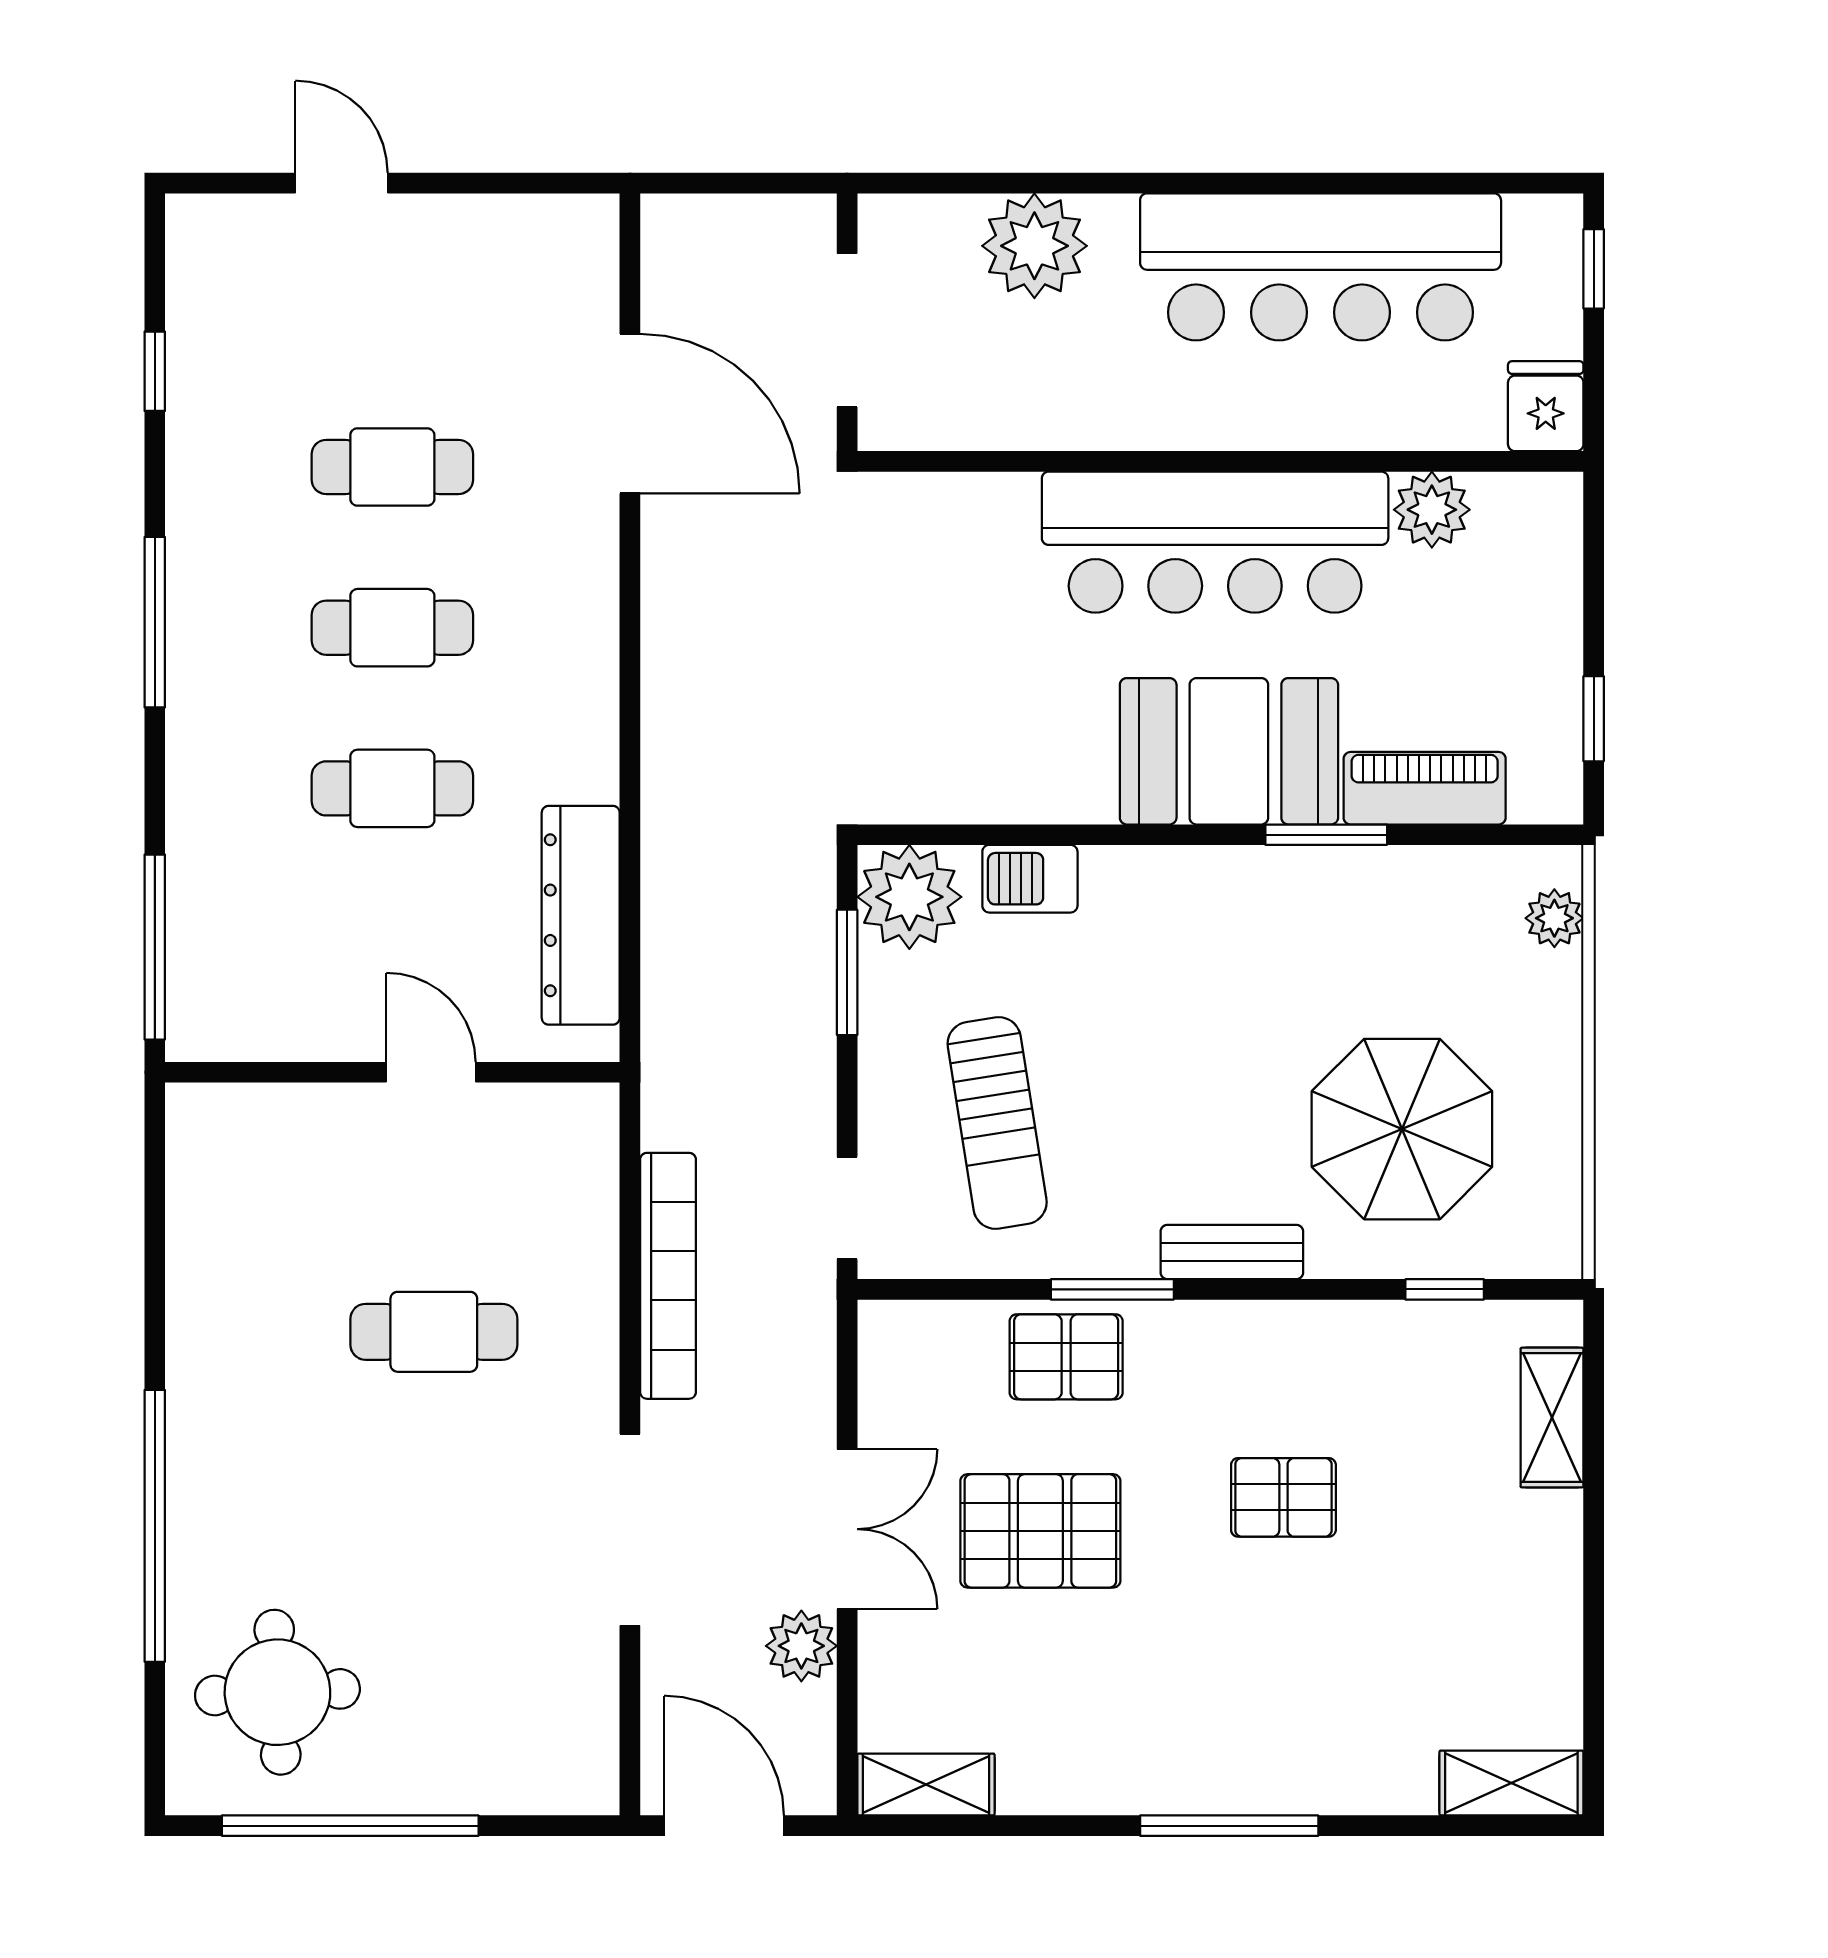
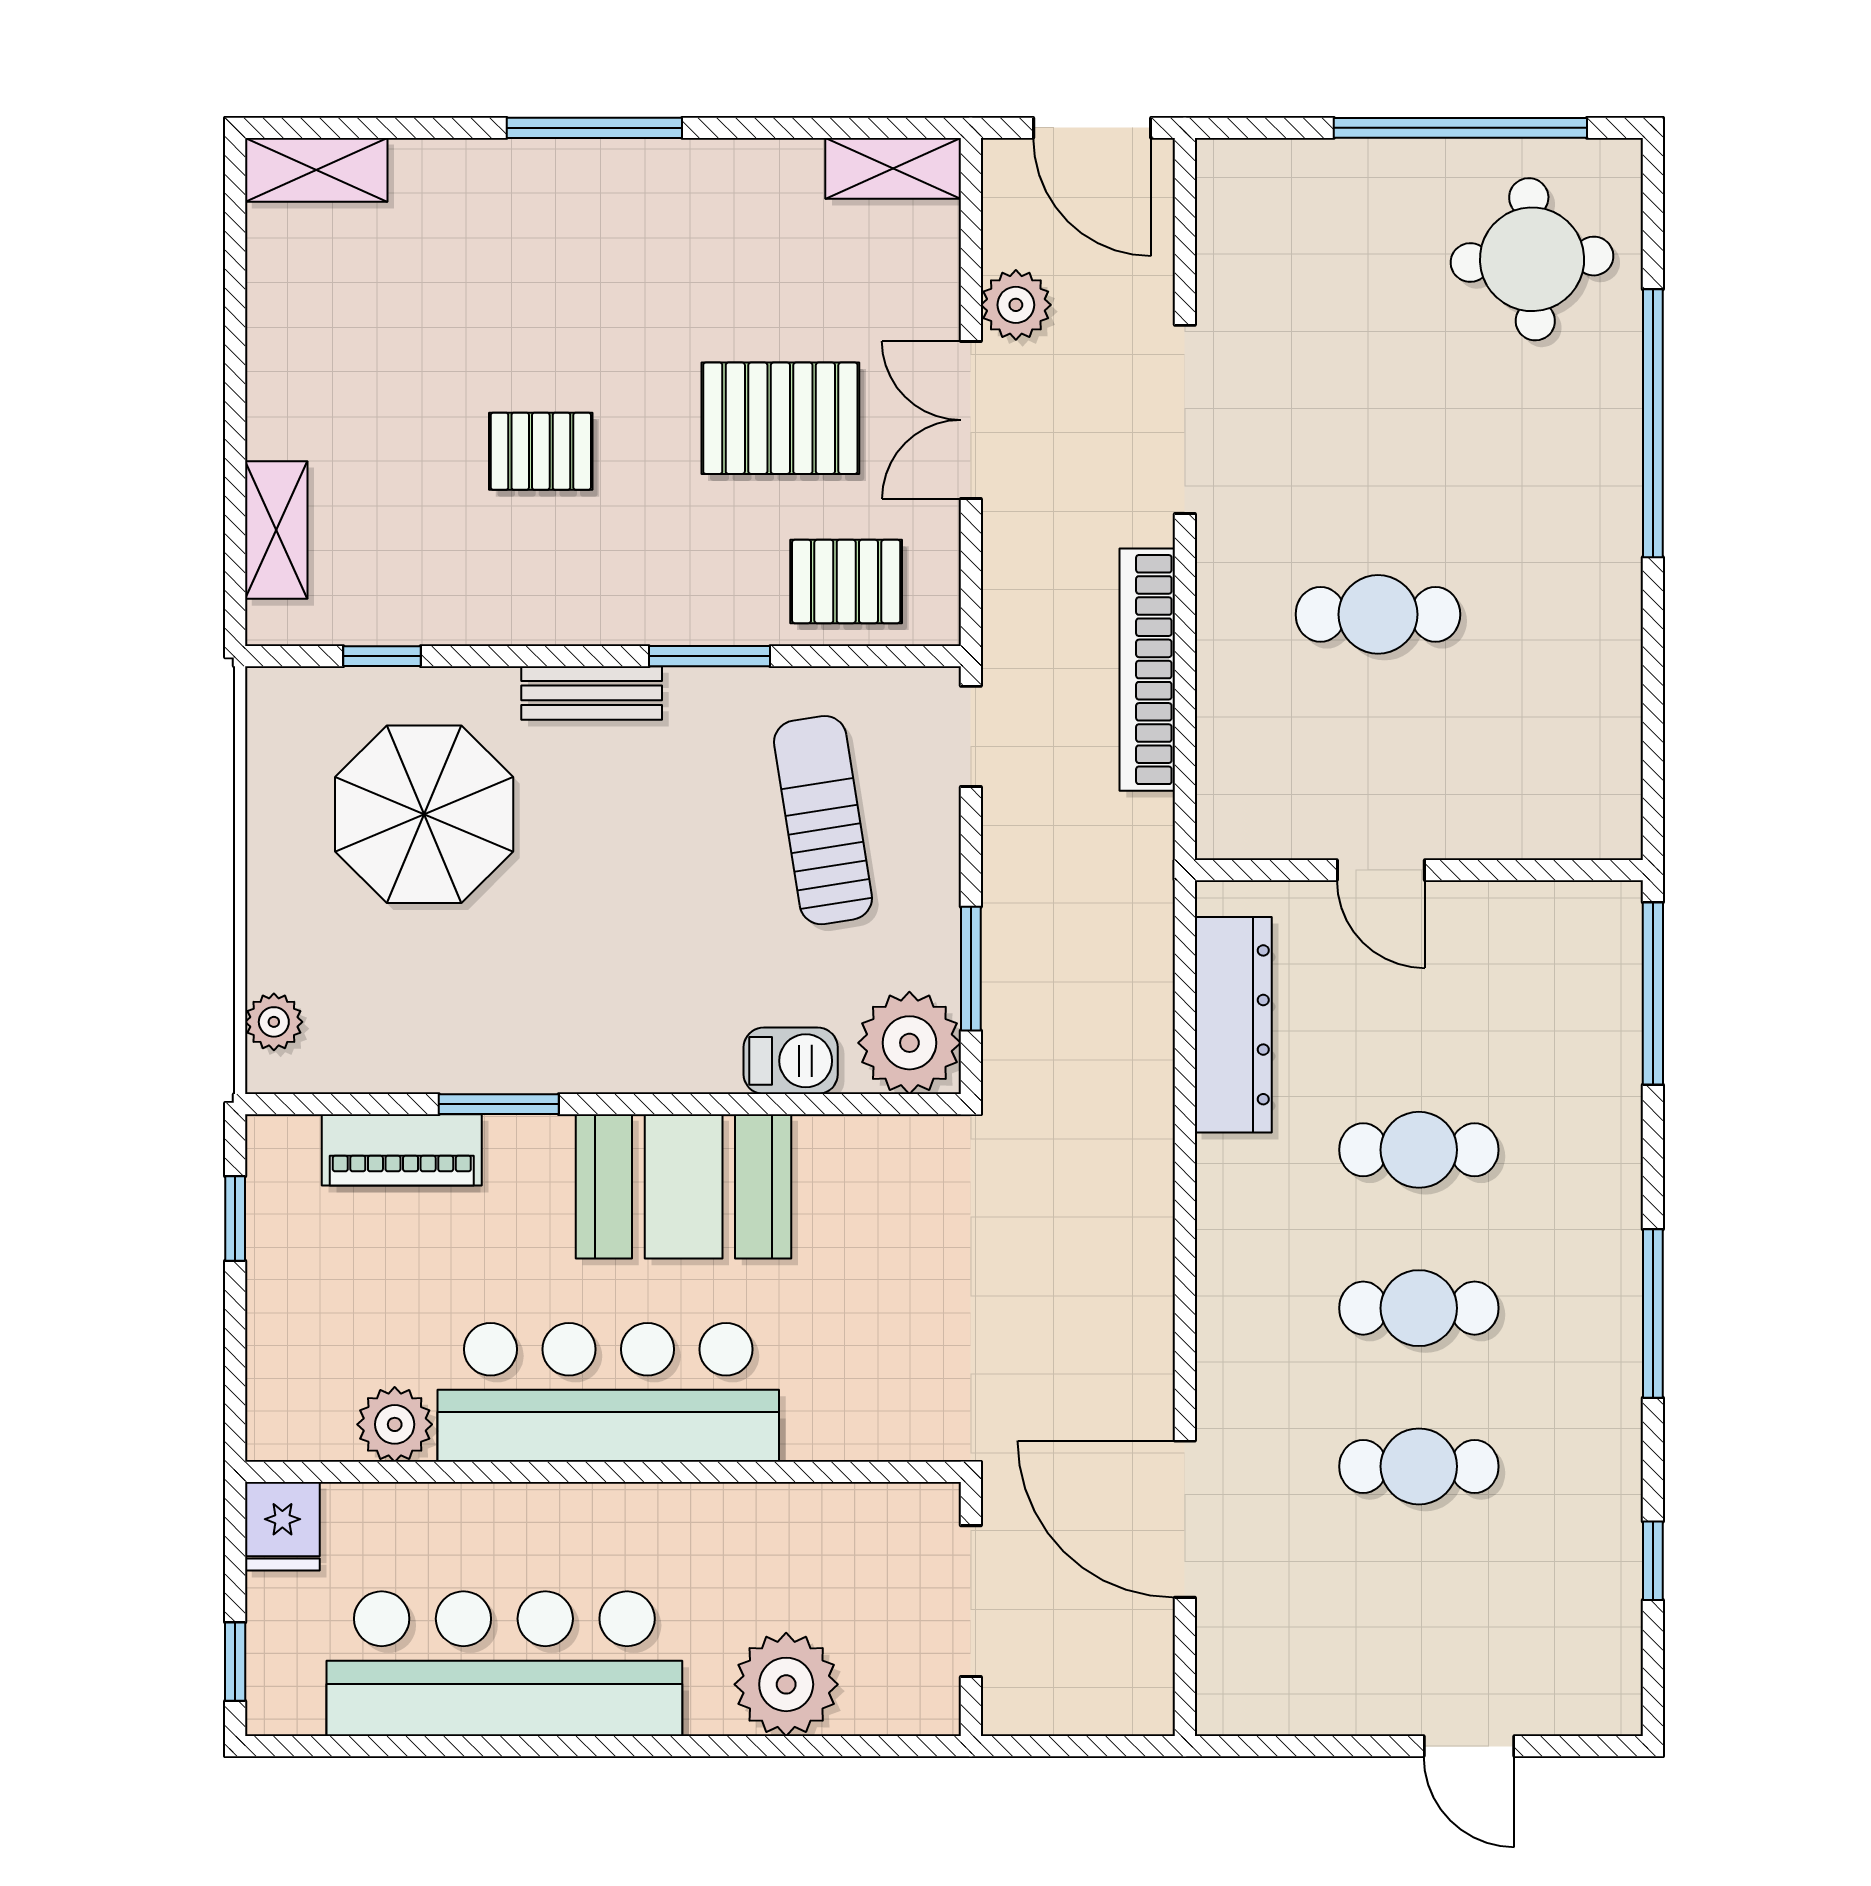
booth: (1229, 751) -> (684, 1186), moved
pallet: (1066, 1357) -> (846, 581), moved

